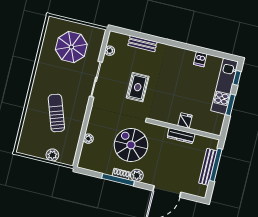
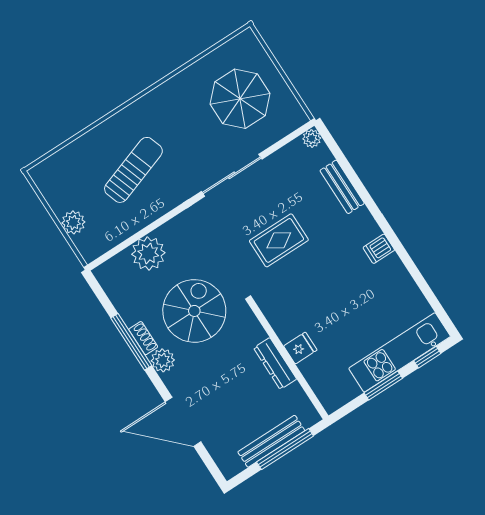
plant: (110, 51) -> (312, 138), moved
dishwasher: (200, 59) -> (379, 249), moved
plant: (88, 139) -> (148, 253), width x1.88, depth x1.88

